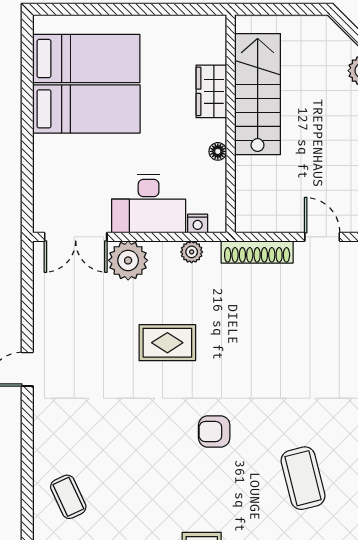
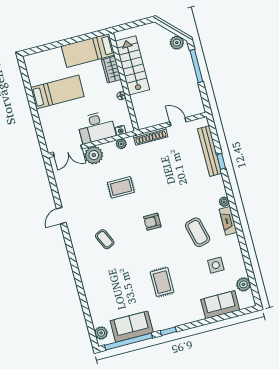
bed: (86, 58) -> (88, 50), moved, turned 180
coffee table: (68, 497) -> (105, 239), moved

